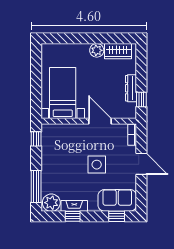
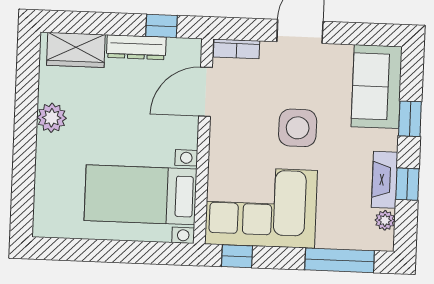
wardrobe: (118, 51) -> (76, 50), moved, turned 90
door: (100, 121) -> (205, 92), moved
corner sofa: (59, 149) -> (261, 207), added
plant: (51, 203) -> (385, 220), width x0.53, depth x0.53
window: (117, 216) -> (410, 119), moved

